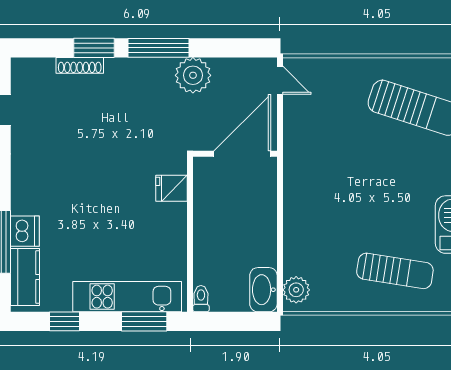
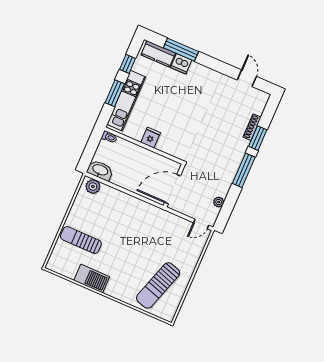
plant: (193, 75) -> (219, 202), moved, width x0.53, depth x0.53
door: (242, 154) -> (173, 189), swing flipped
fridge: (172, 188) -> (151, 138), moved
sun lounger: (395, 271) -> (81, 240), turned 81
window: (144, 321) -> (115, 93), moved

